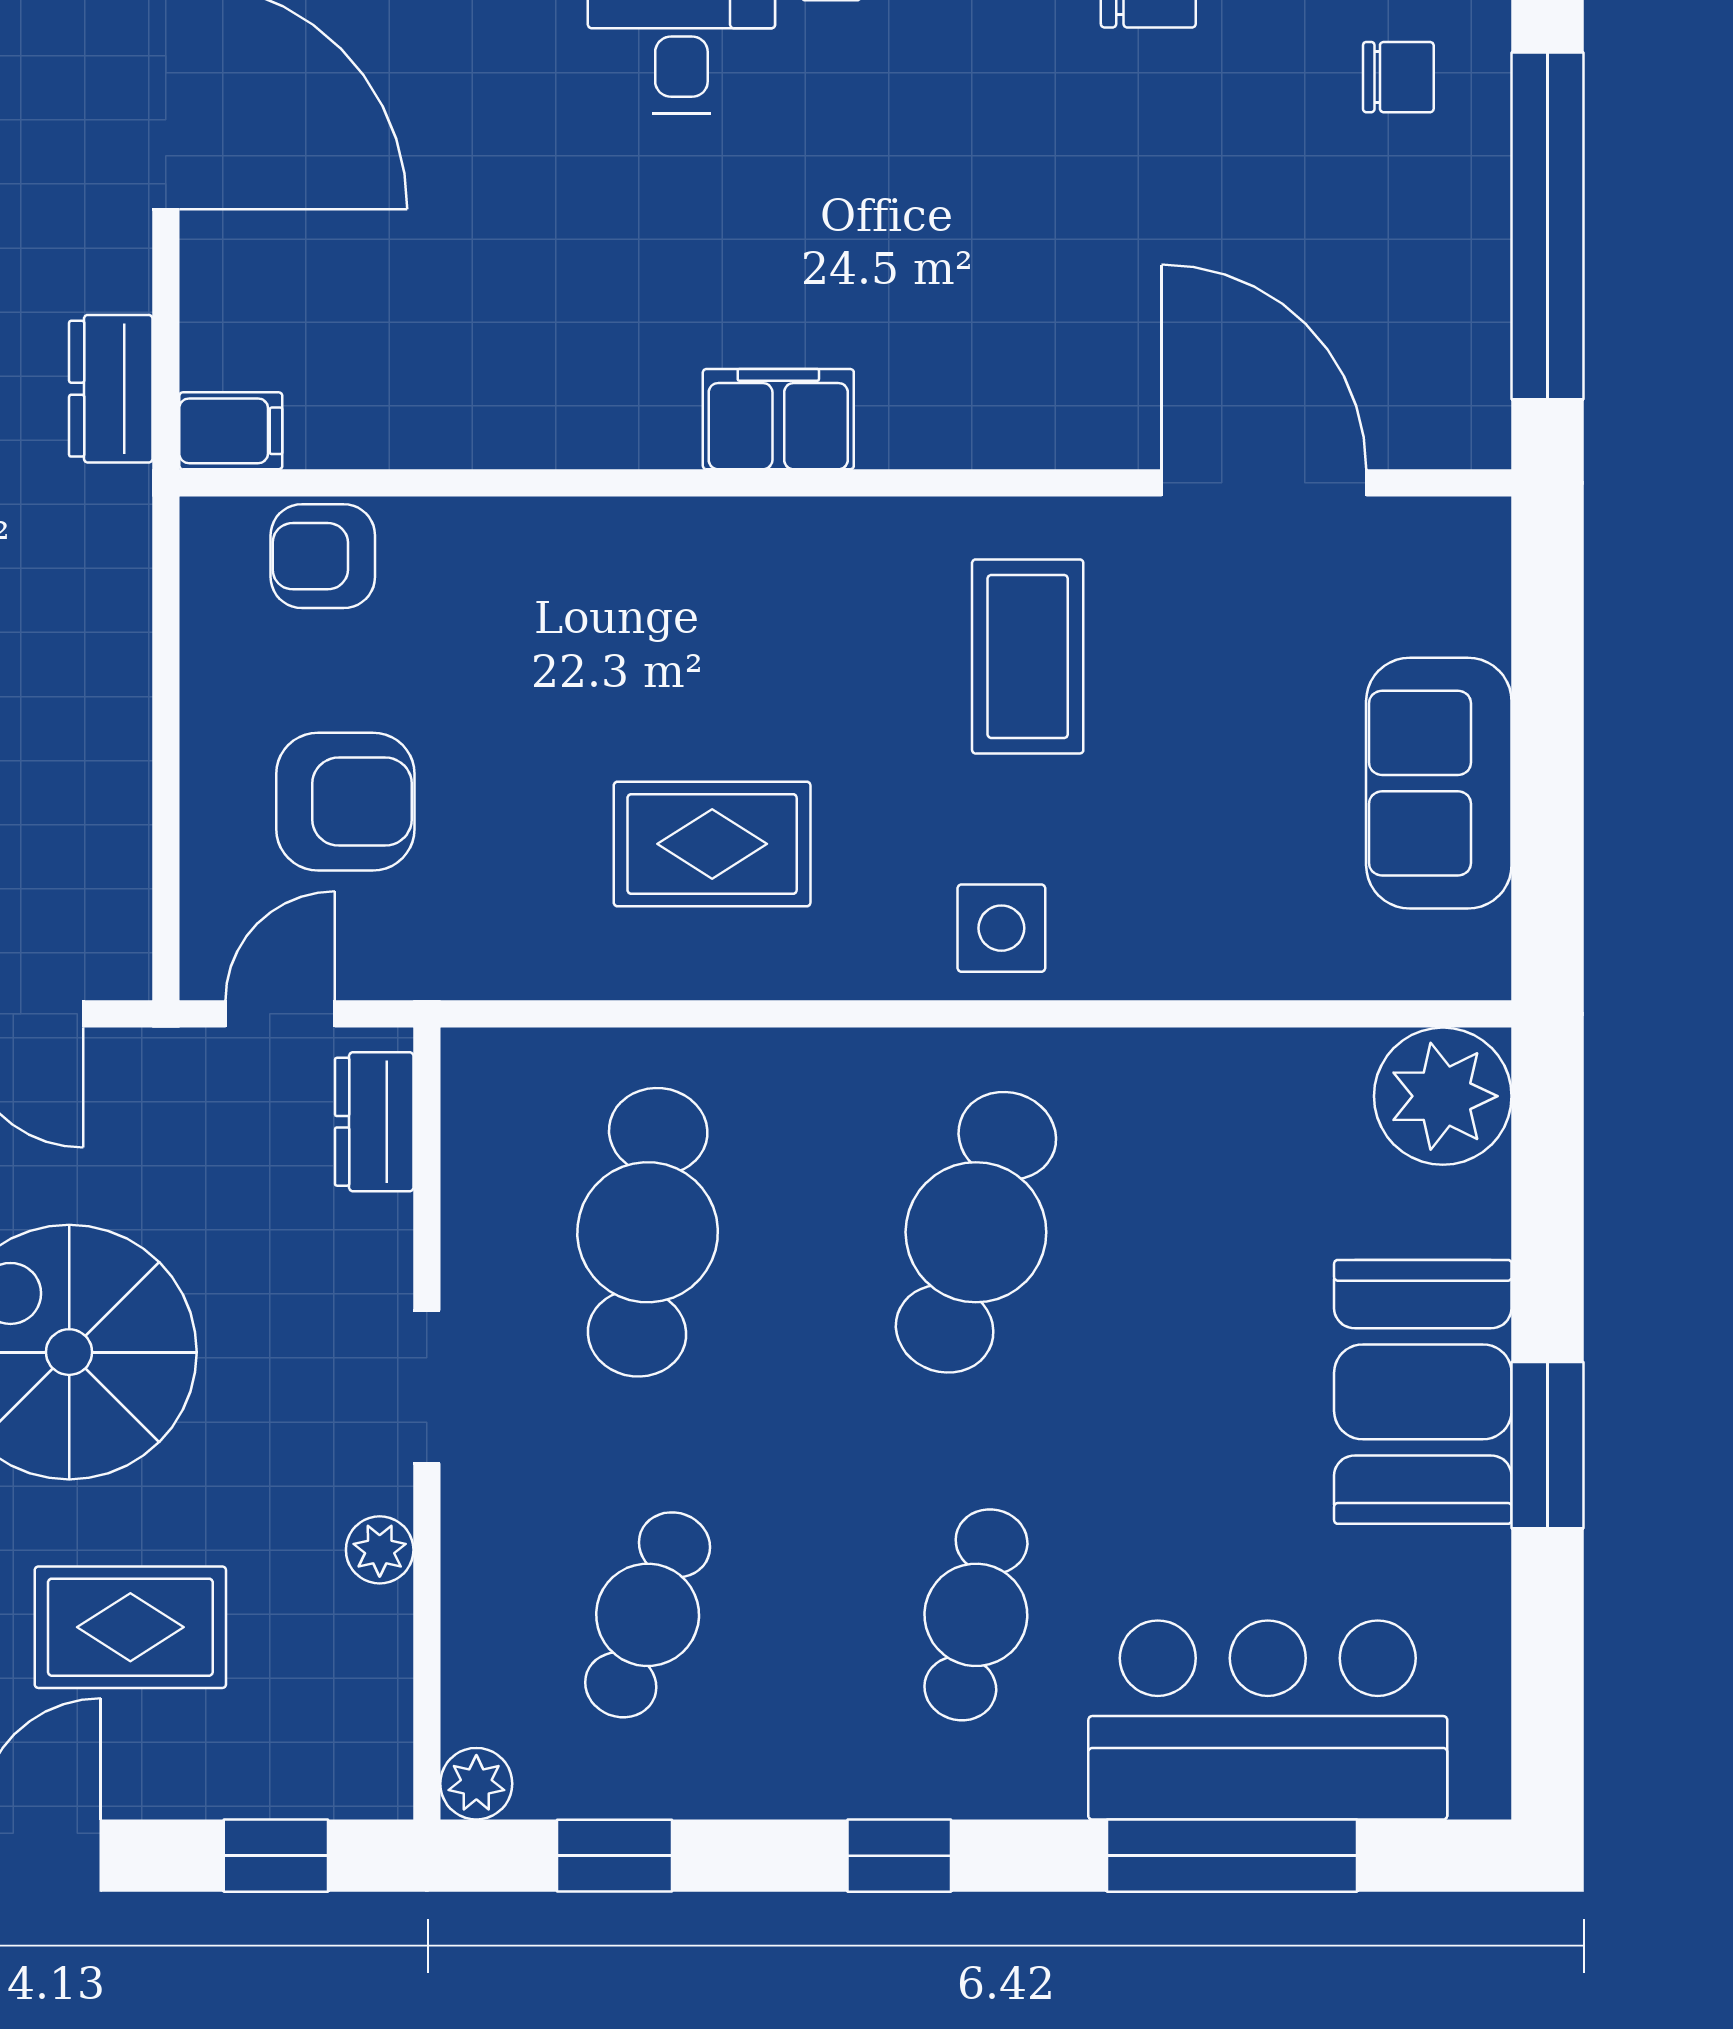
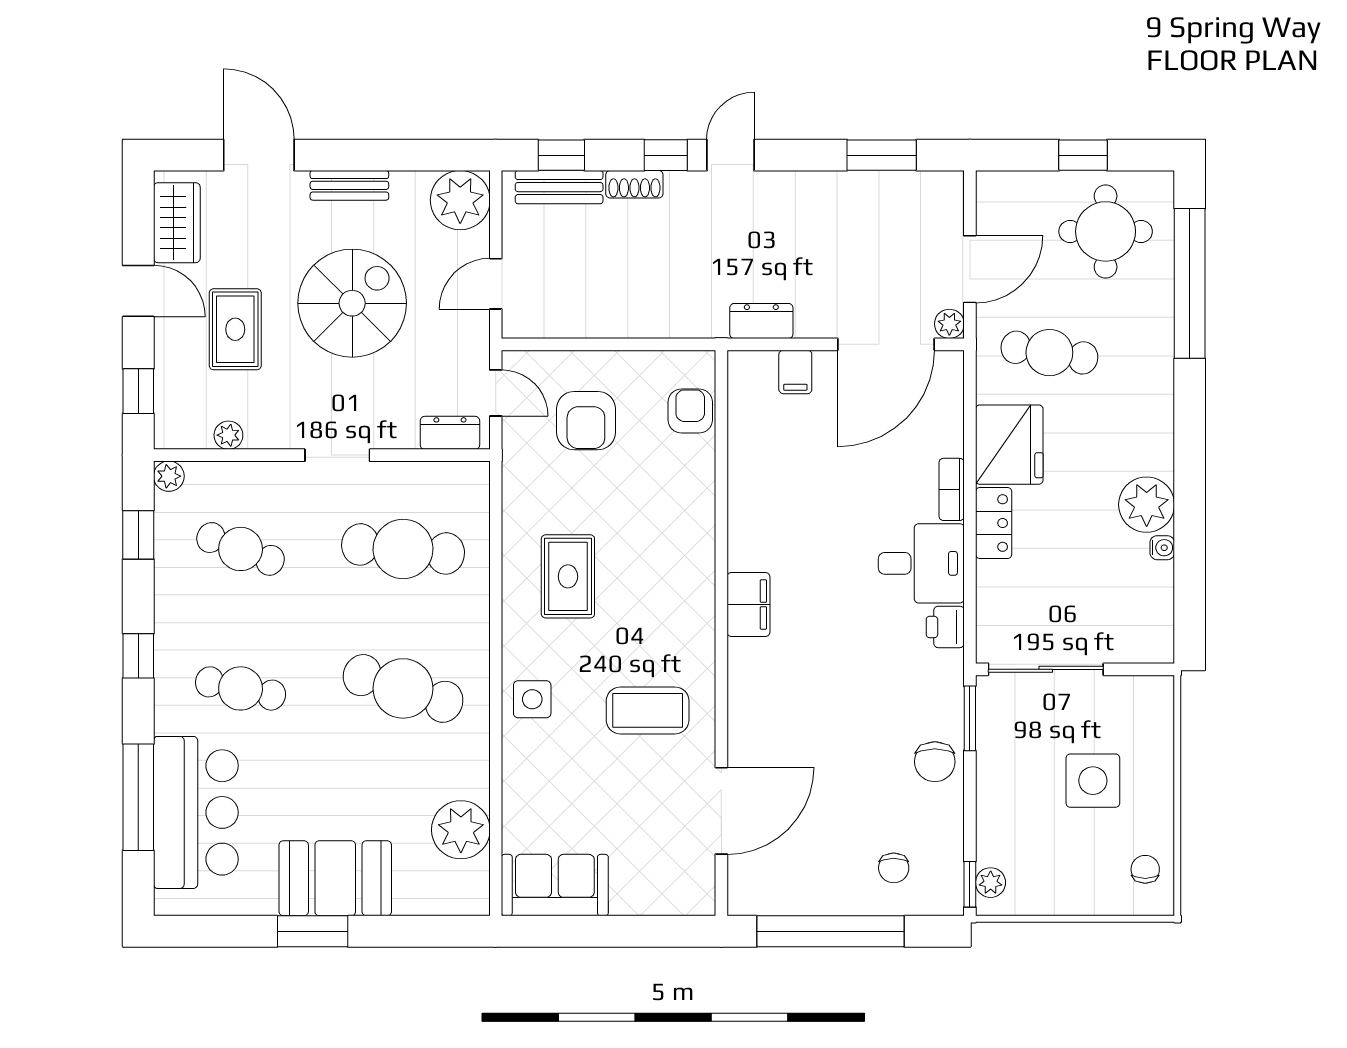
filing cabinet: (231, 431) -> (795, 372), moved
sofa: (1439, 783) -> (555, 885), moved
plant: (1443, 1096) -> (461, 830), moved
plant: (380, 1550) -> (228, 435), moved

